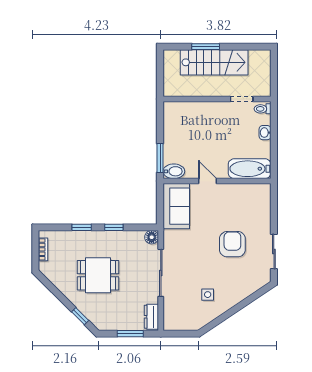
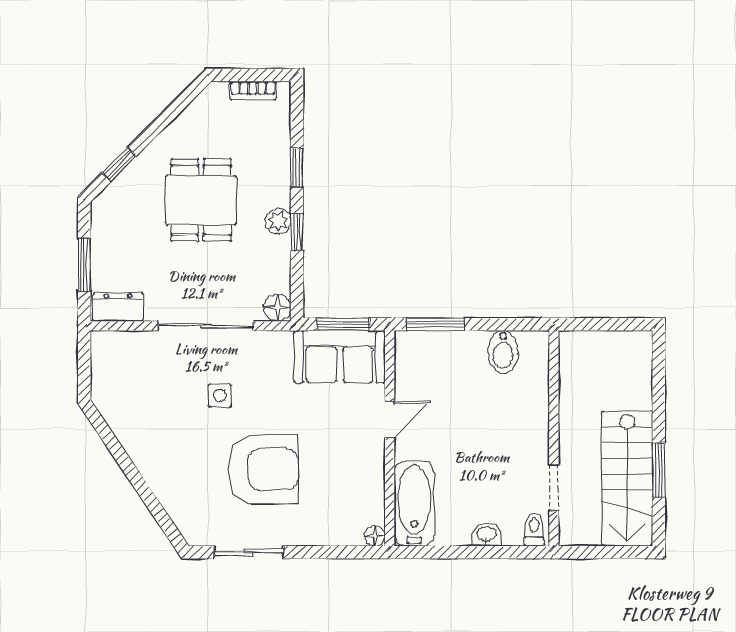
window: (206, 47) -> (659, 470), moved
stairs: (214, 62) -> (627, 479), moved
bidet: (174, 171) -> (503, 352), moved
floor lamp: (266, 188) -> (375, 536), added
window: (160, 204) -> (343, 324), added
plant: (109, 237) -> (278, 221), added
armchair: (232, 244) -> (263, 469), width x1.36, depth x1.36
side table: (208, 295) -> (220, 395), moved

